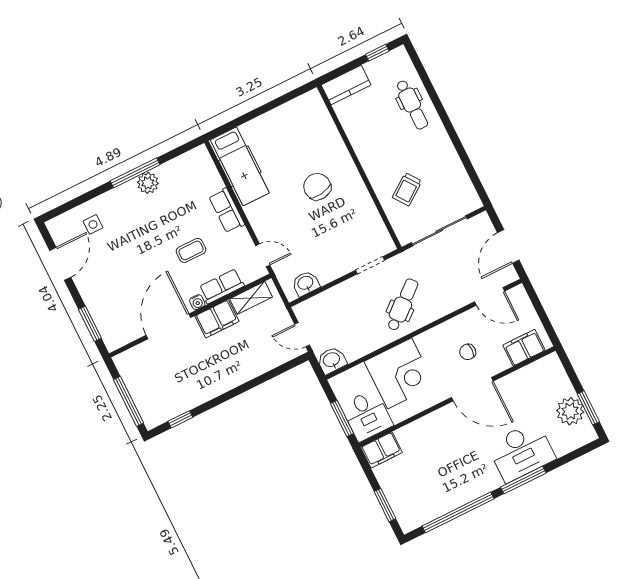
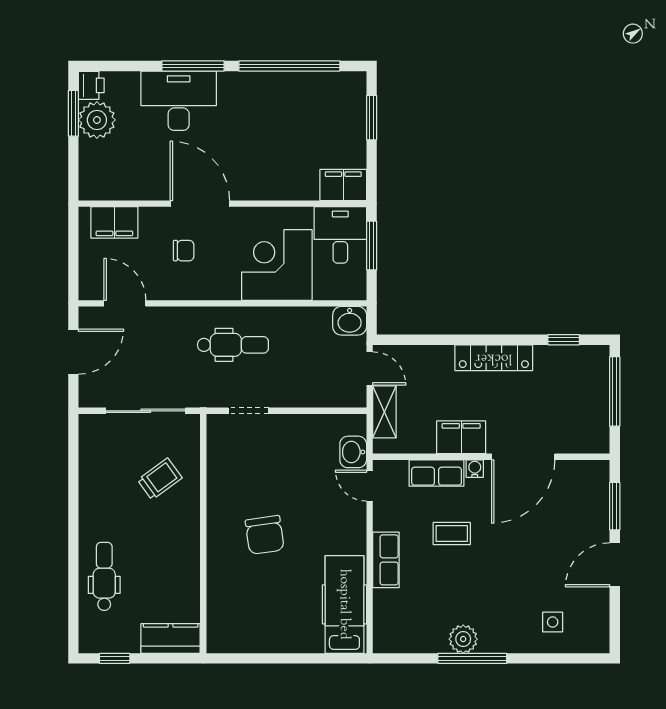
door: (60, 264) -> (615, 565), moved
washbasin: (306, 283) -> (353, 452), moved, turned 90
shelving: (251, 298) -> (384, 412), moved, turned 90
dental chair: (403, 305) -> (233, 345), turned -140
locker: (222, 384) -> (494, 358), added
printer: (586, 433) -> (91, 85), added

